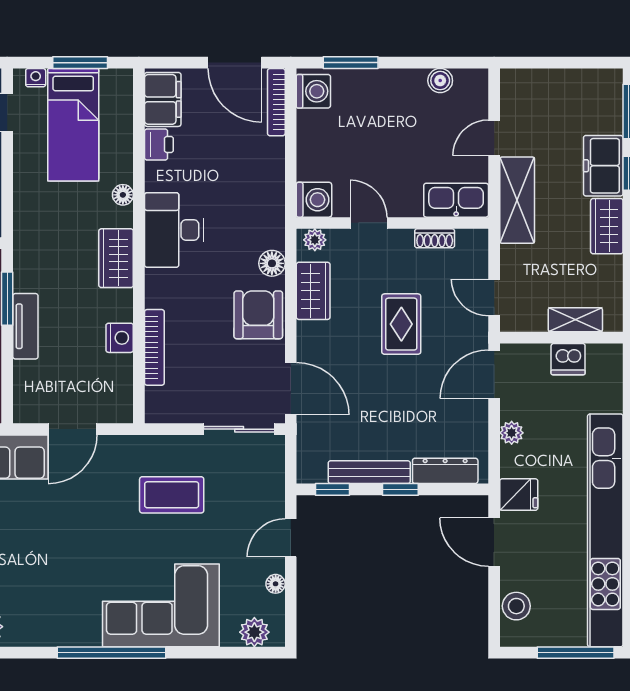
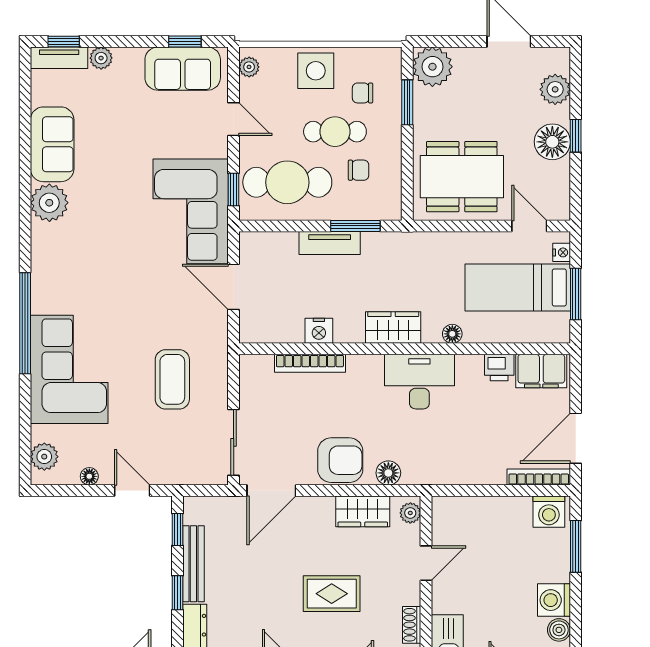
washing machine: (314, 200) -> (554, 600), moved, turned 90

